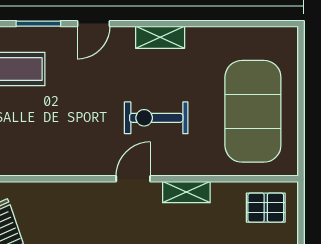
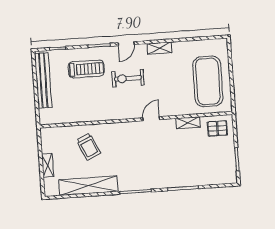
exercise bike: (156, 118) -> (128, 78), moved
shelving: (186, 192) -> (188, 123), moved

